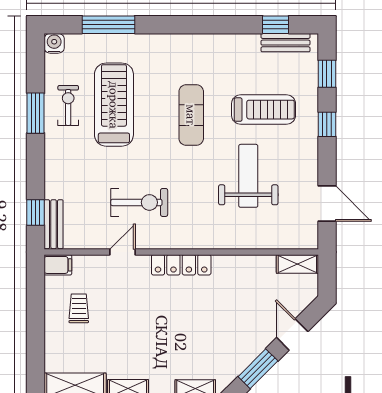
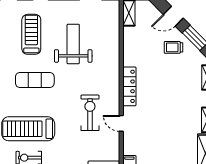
weight bench: (248, 176) -> (73, 44), turned 90
trolley: (79, 308) -> (173, 47), moved

